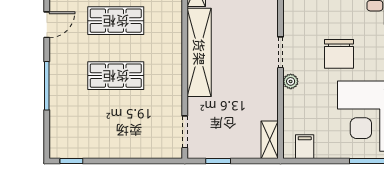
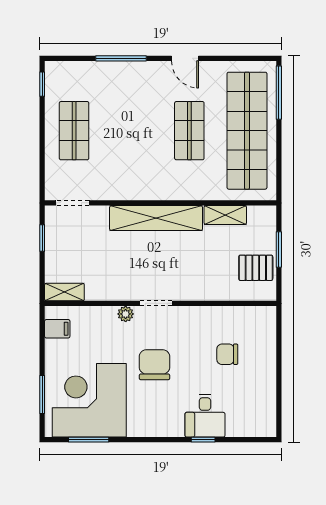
chair: (339, 54) -> (154, 365), turned 90
shop shelf: (116, 76) -> (74, 131), moved

